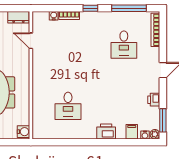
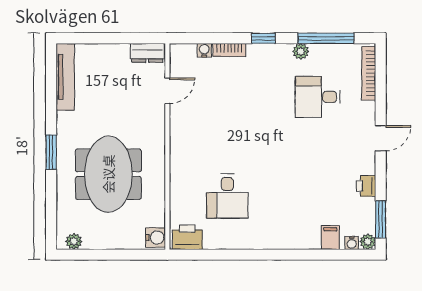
plant: (113, 16) -> (301, 51), added
door: (31, 41) -> (167, 91), swing flipped
desk: (124, 45) -> (318, 97), turned 90
printer: (106, 131) -> (187, 237), moved

